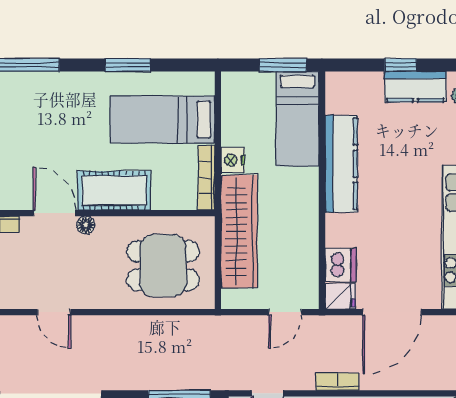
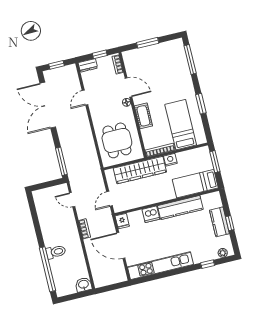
window: (283, 65) -> (215, 162), moved
kitchen counter: (415, 87) -> (219, 222), moved
cot: (114, 191) -> (143, 116), width x0.73, depth x0.75
door: (55, 213) -> (128, 87), hinge flipped
dishwasher: (341, 265) -> (151, 214), moved
door: (285, 312) -> (109, 199), hinge flipped

